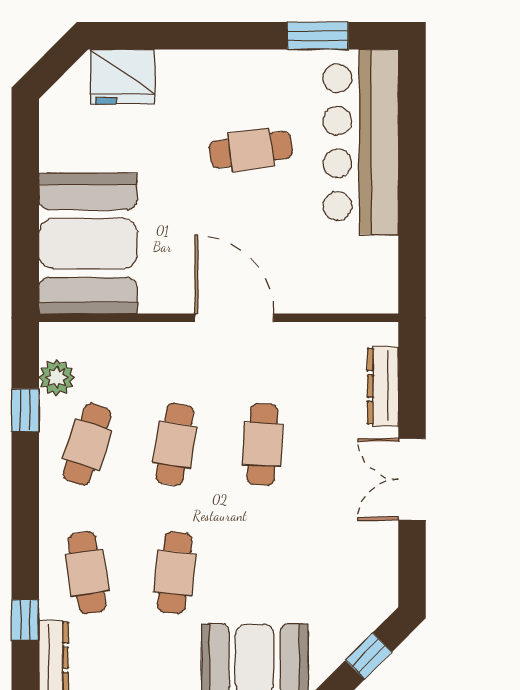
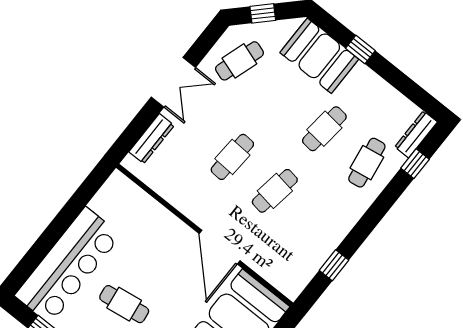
door: (234, 318) -> (220, 247), moved
plant: (57, 378) -> (306, 269), removed
cafe table: (87, 444) -> (239, 61), moved

